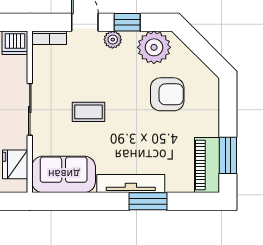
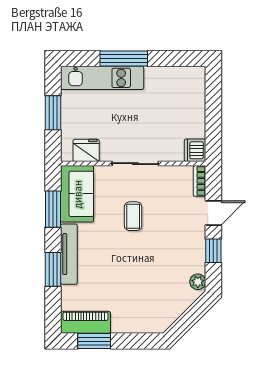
plant: (113, 40) -> (198, 238), removed
plant: (154, 47) -> (198, 282), width x0.53, depth x0.53
armchair: (167, 94) -> (149, 287), removed
window: (81, 201) -> (53, 209), added

